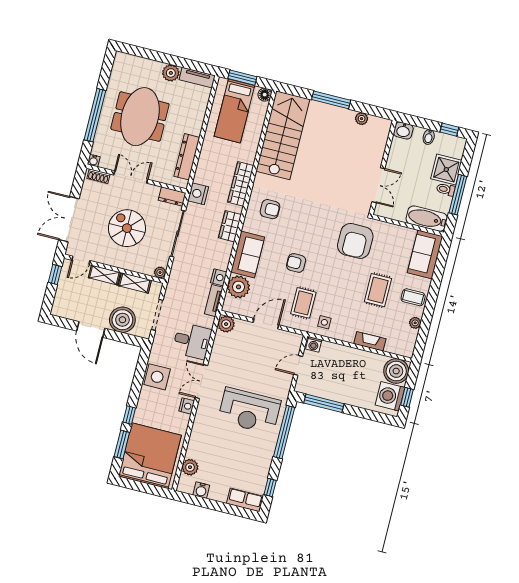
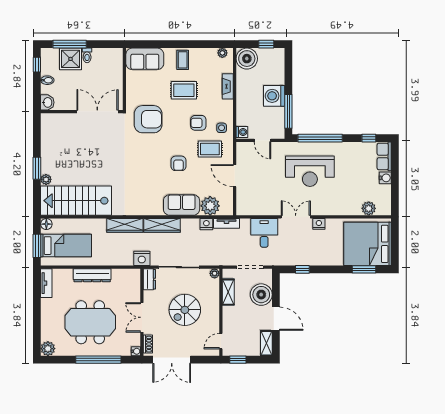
plant: (171, 73) -> (48, 349), moved
window: (331, 100) -> (37, 168), width x0.69
plant: (362, 119) -> (46, 179), moved
dresser: (187, 157) -> (92, 275), moved
double door: (378, 185) -> (97, 112), width x1.37
window: (458, 195) -> (70, 44), moved
armchair: (270, 209) -> (198, 123), moved, turned -90
double door: (69, 219) -> (172, 360), moved
bathtub: (427, 219) -> (115, 65), removed
wardrobe: (230, 226) -> (162, 225), width x1.50
door: (81, 260) -> (221, 341), swing flipped
shelving: (104, 275) -> (266, 343), moved
plant: (415, 323) -> (222, 53), moved
plant: (226, 324) -> (243, 208), removed
door: (91, 330) -> (276, 319), hinge flipped
side table: (157, 377) -> (301, 254), removed
double door: (201, 381) -> (296, 217), swing flipped
washing machine: (390, 396) -> (274, 96), moved, turned 90
reception desk: (249, 411) -> (310, 171), turned 90
window: (129, 415) -> (302, 269), moved
water cooler: (201, 490) -> (385, 178), moved

